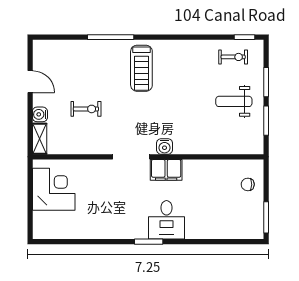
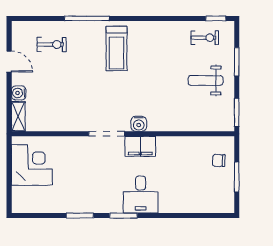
exercise bike: (86, 109) -> (52, 45), moved
window: (266, 121) -> (237, 112), moved
window: (266, 217) -> (237, 177), moved
window: (103, 242) -> (80, 216), added

